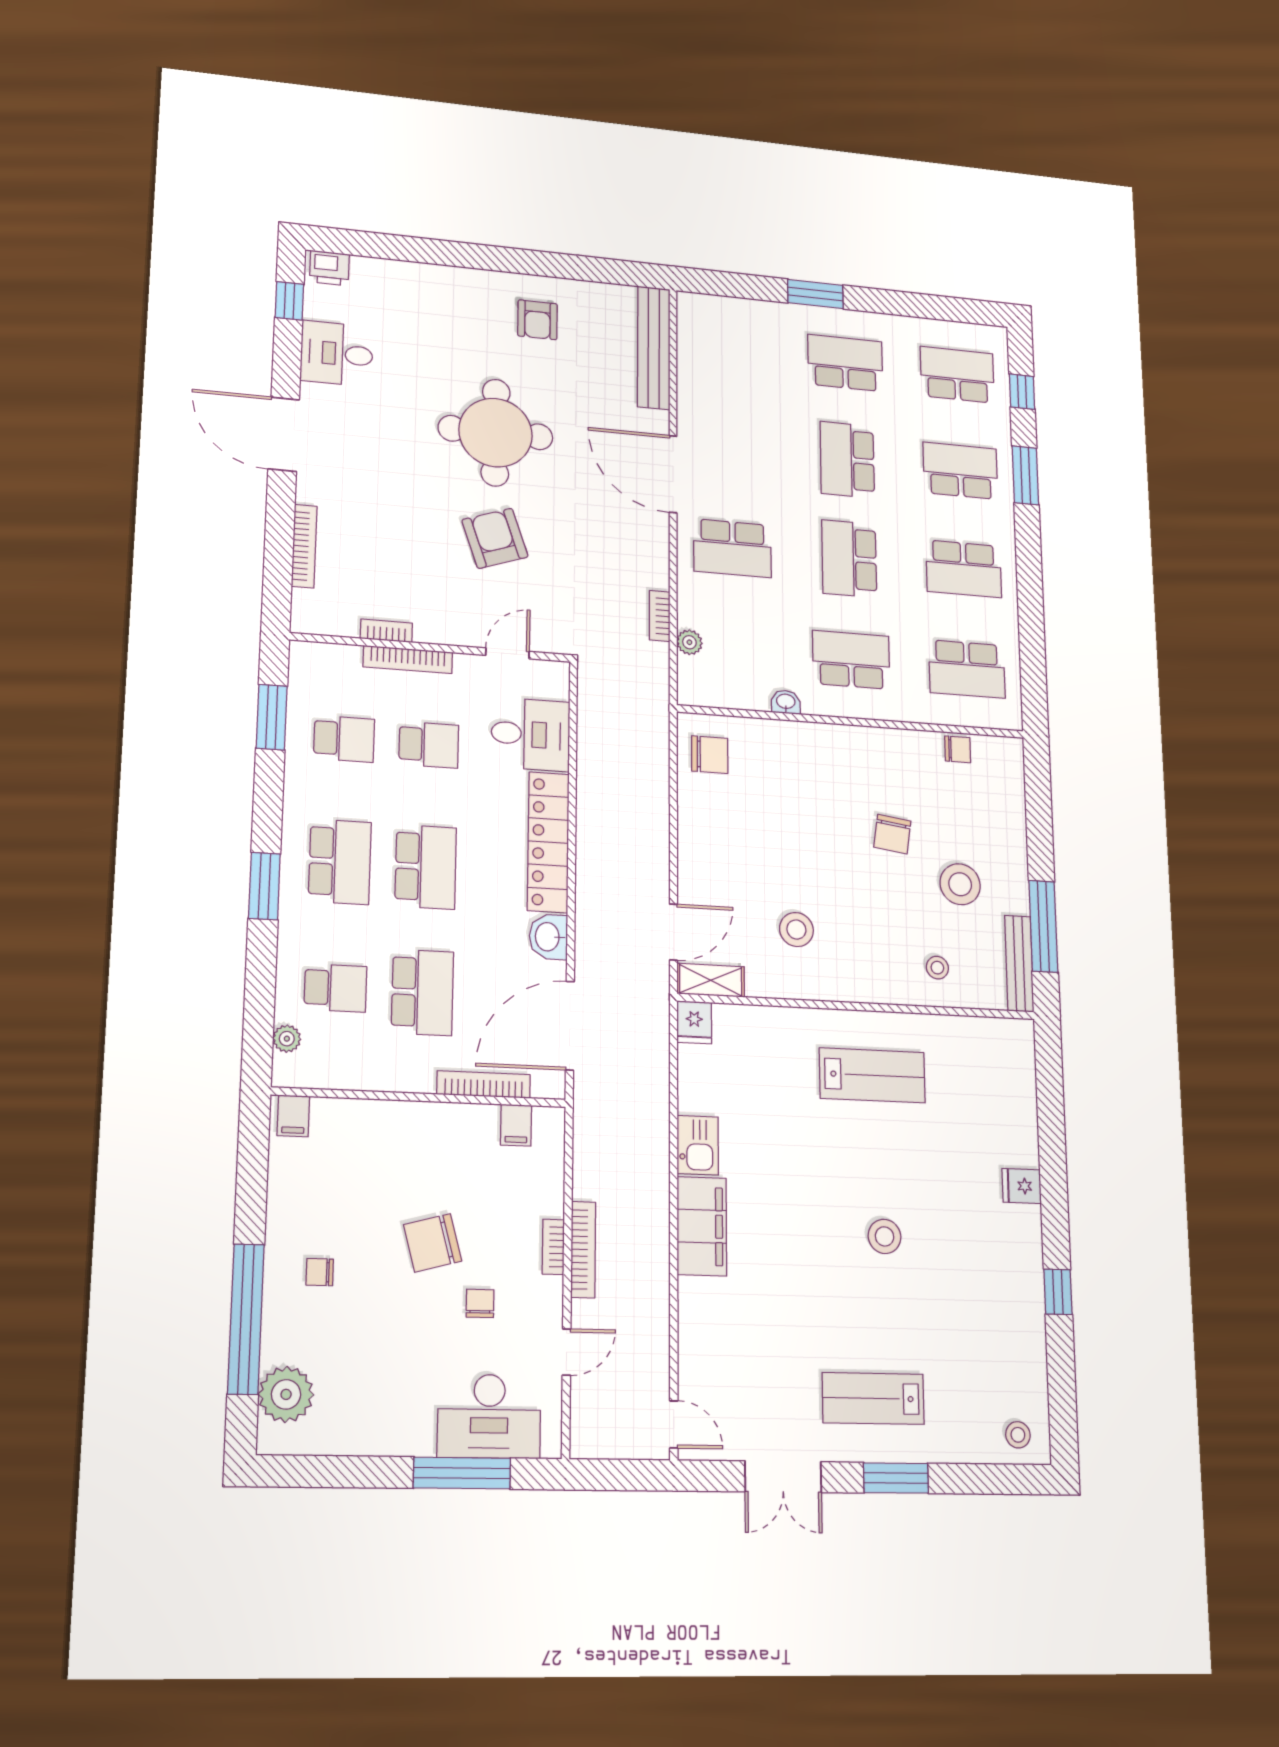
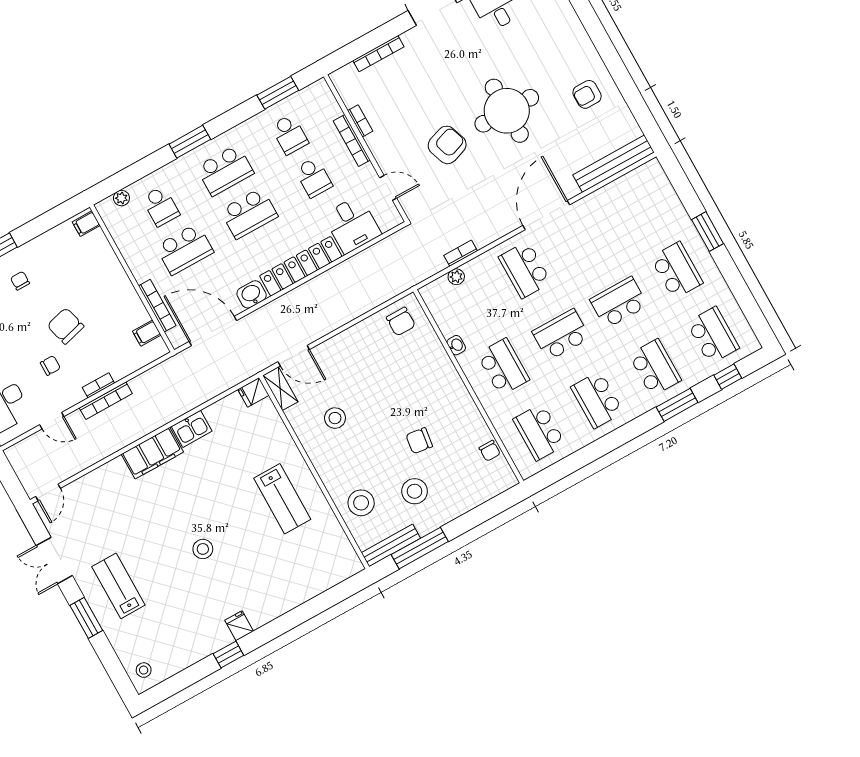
stool: (937, 968) -> (361, 503), width x1.89, depth x1.89
fridge: (1022, 1186) -> (239, 626), moved

